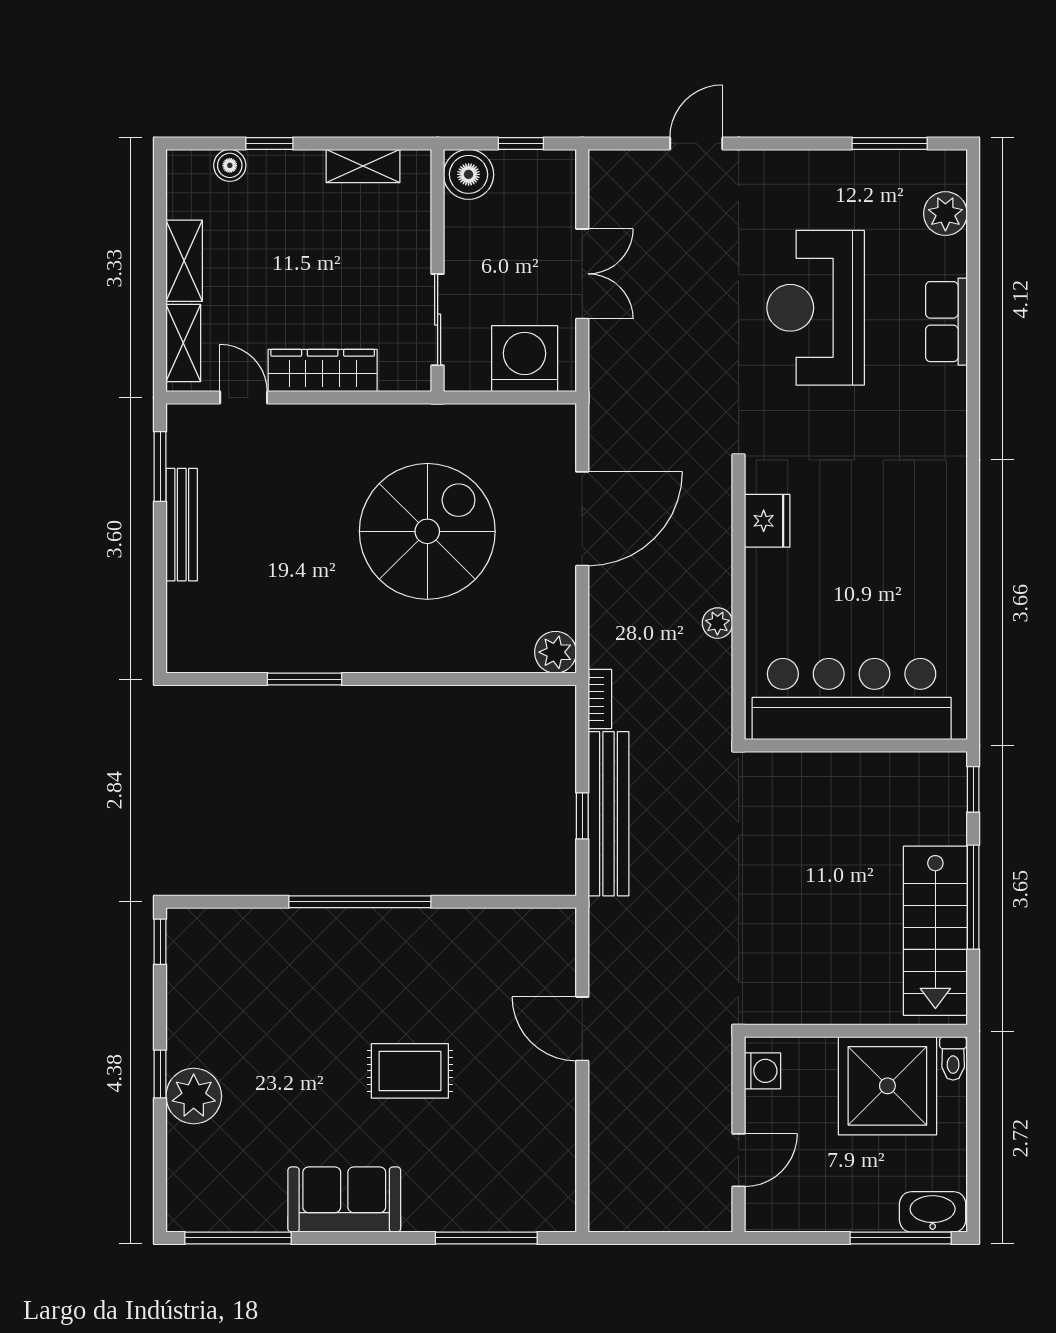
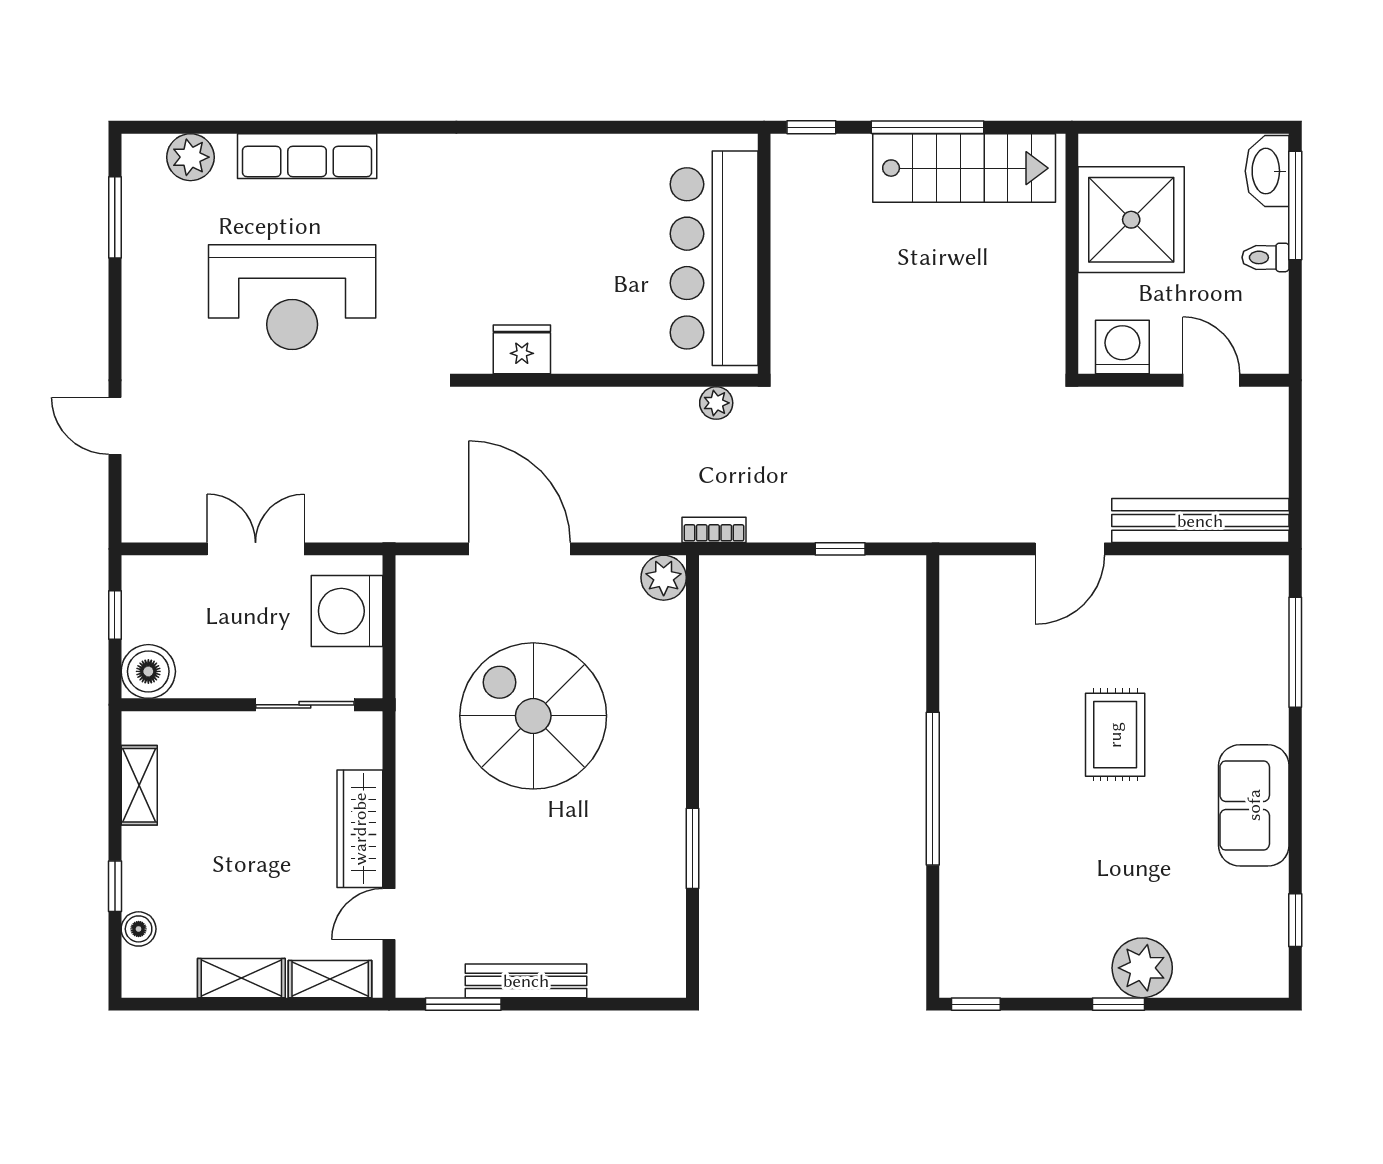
row of seats: (946, 322) -> (307, 156), width x1.48
plant: (717, 623) -> (716, 403), moved
bench: (609, 814) -> (1200, 521), moved
toilet: (953, 1058) -> (1265, 257), moved, turned 180
washing machine: (763, 1071) -> (1122, 347), width x1.38, depth x1.38
window: (238, 1238) -> (1295, 920), width x0.46

